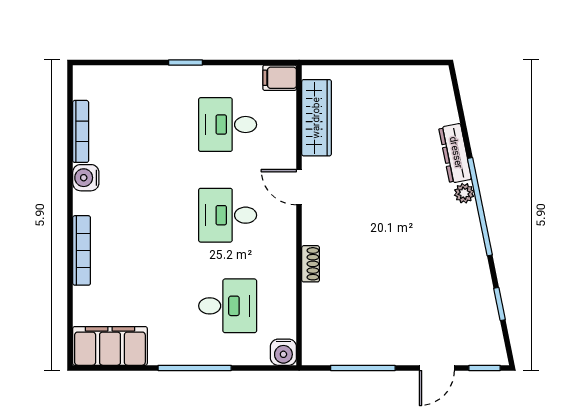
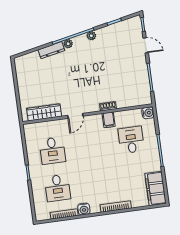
filing cabinet: (280, 78) -> (109, 120), moved
desk: (228, 215) -> (58, 188), moved
plant: (475, 248) -> (91, 36), added

